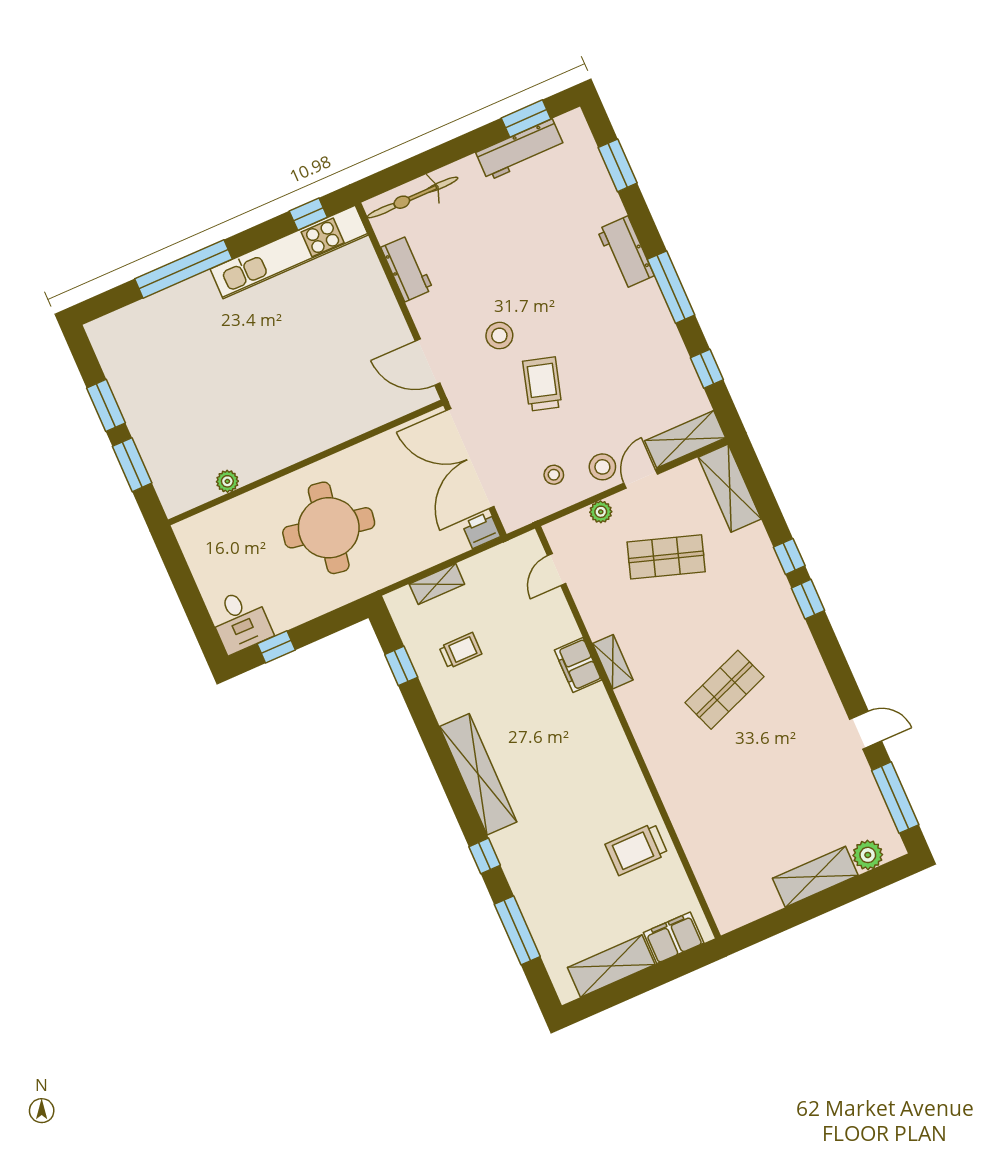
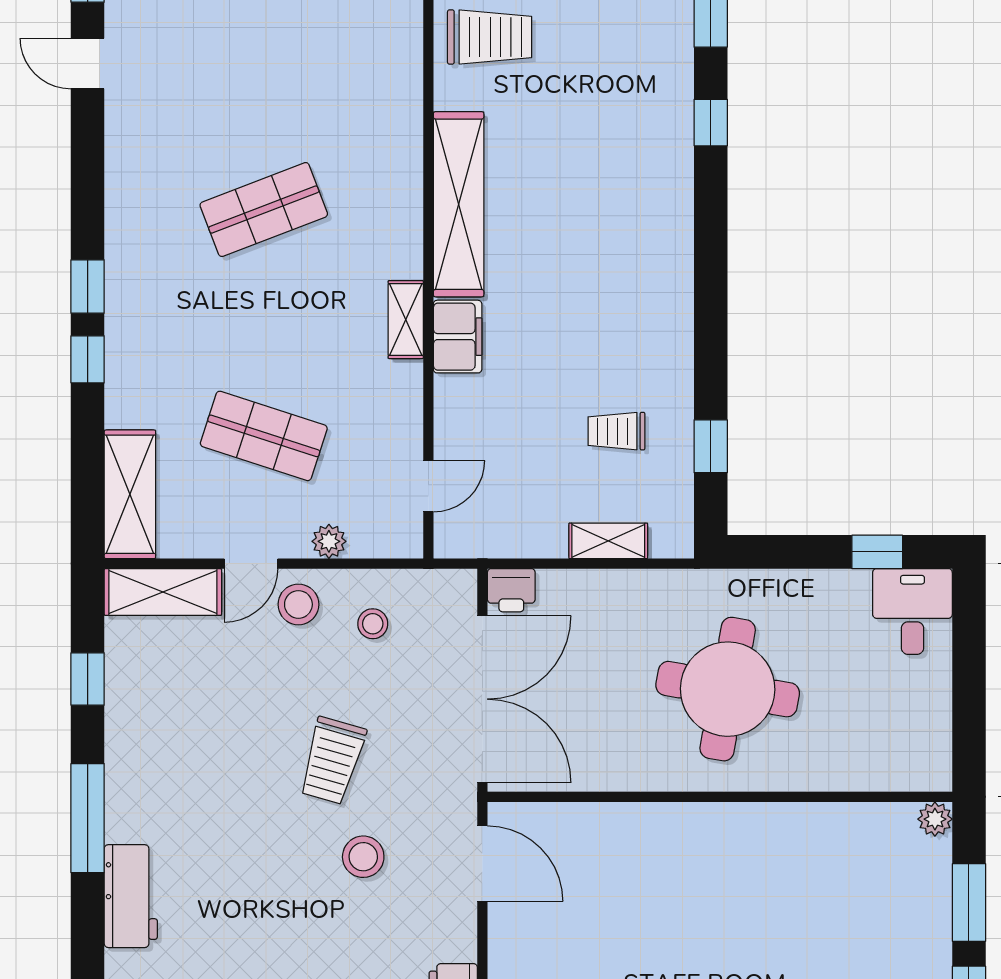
plant: (227, 481) -> (935, 819), moved
shelving: (478, 774) -> (459, 204), moved

